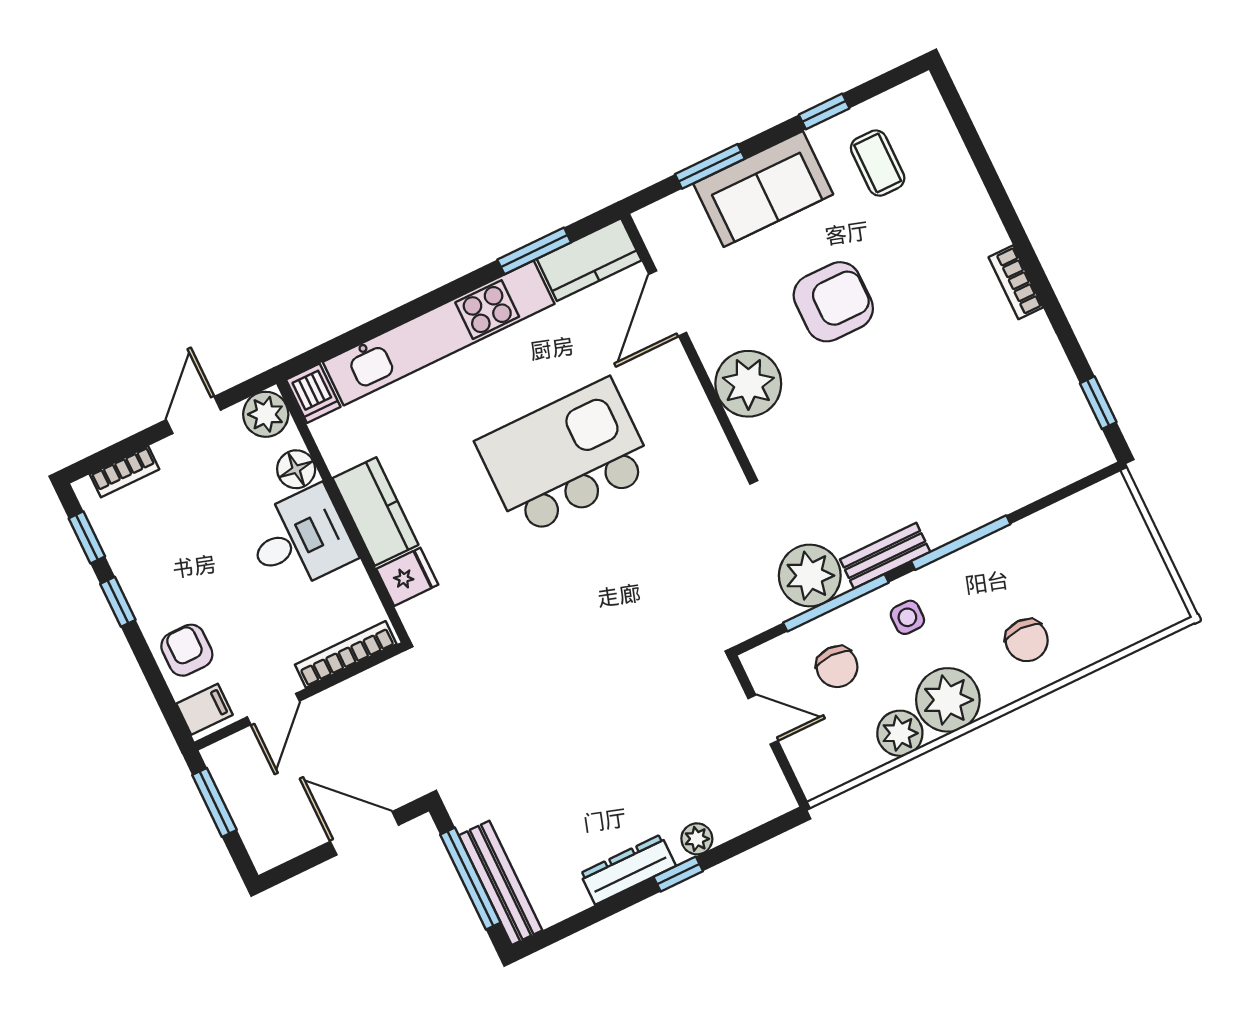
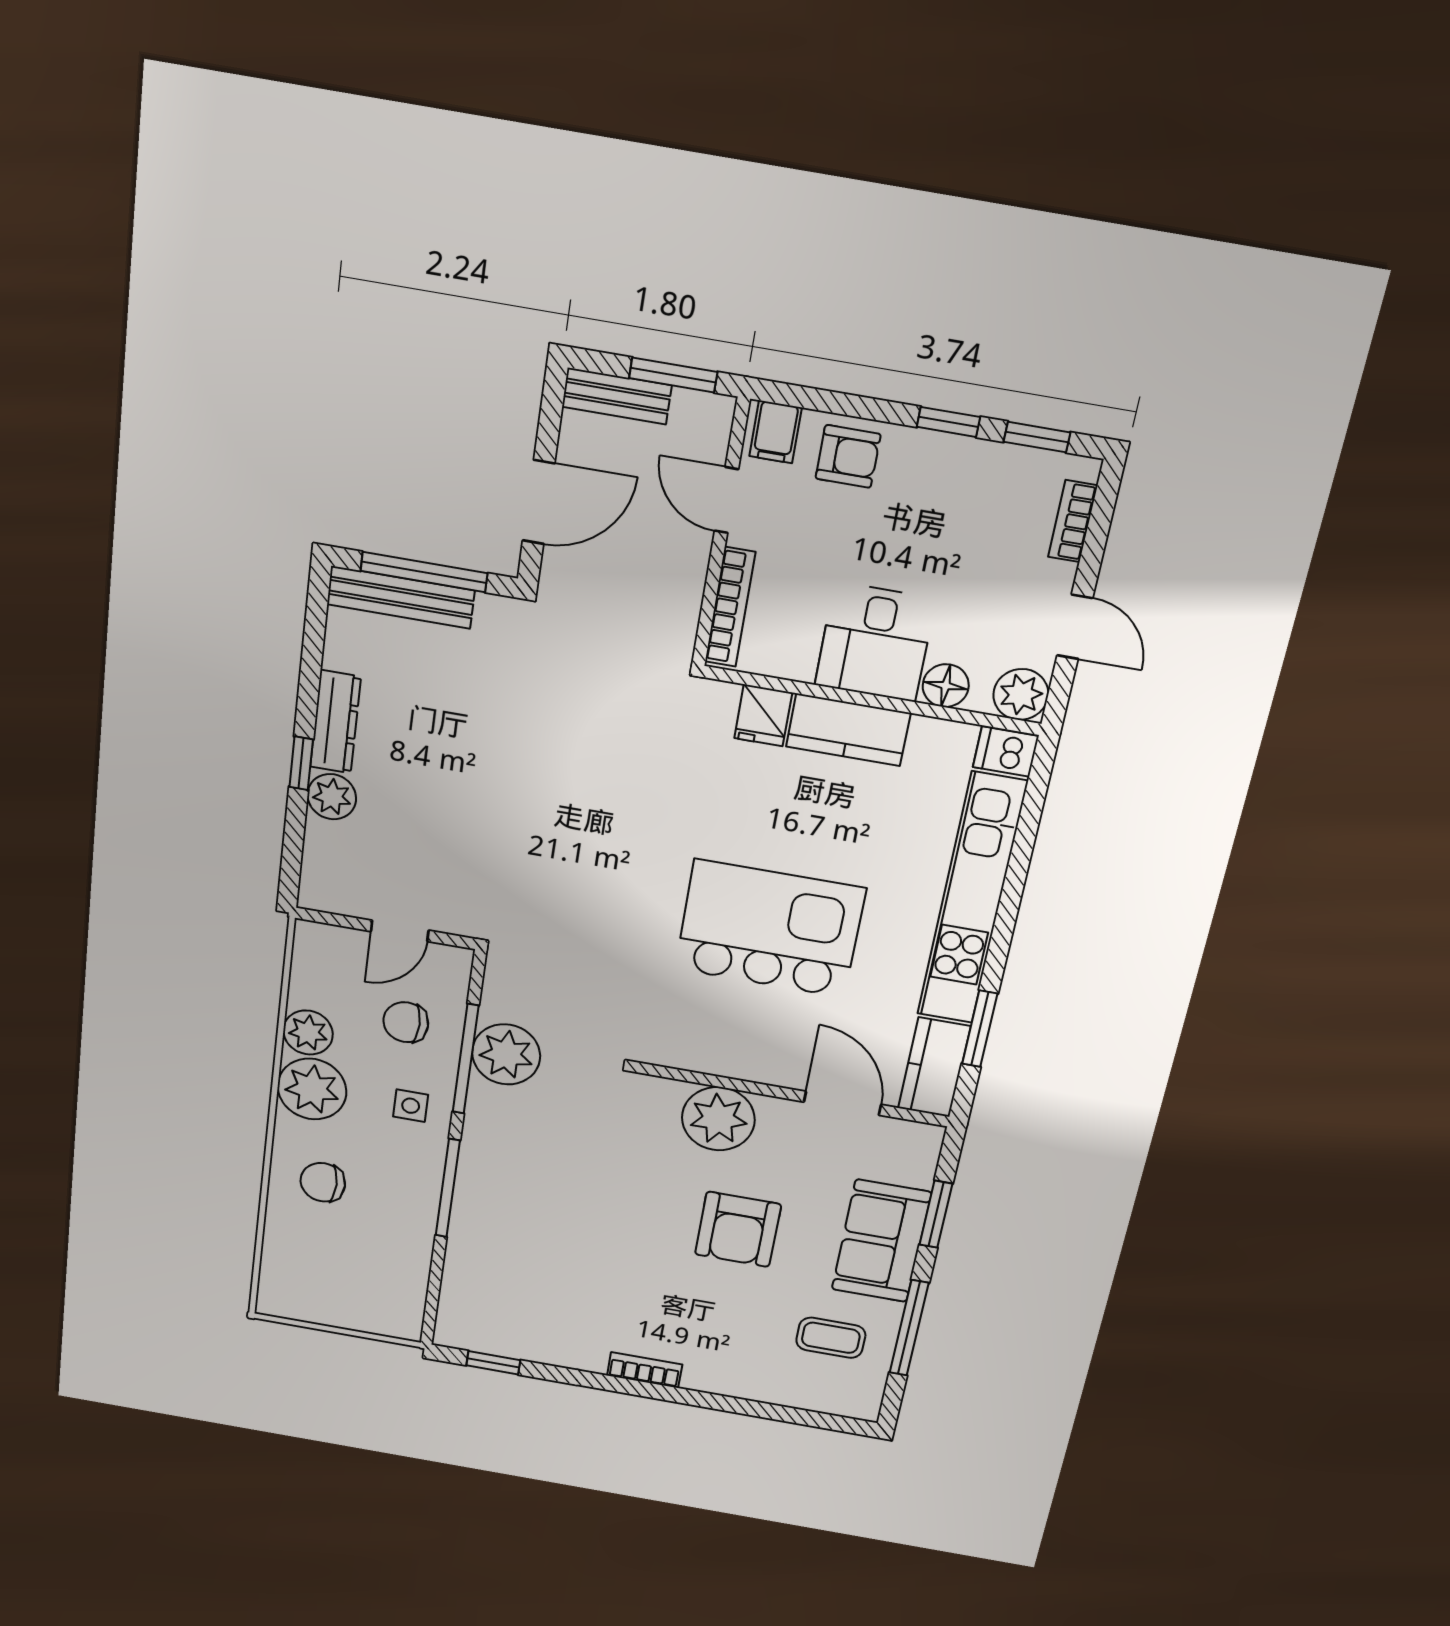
window: (824, 111) -> (909, 1328), width x2.17
kitchen island: (565, 457) -> (770, 929), turned -90
bench: (885, 556) -> (617, 396), moved, turned 90
plant: (697, 839) -> (332, 797), width x1.38, depth x1.38

